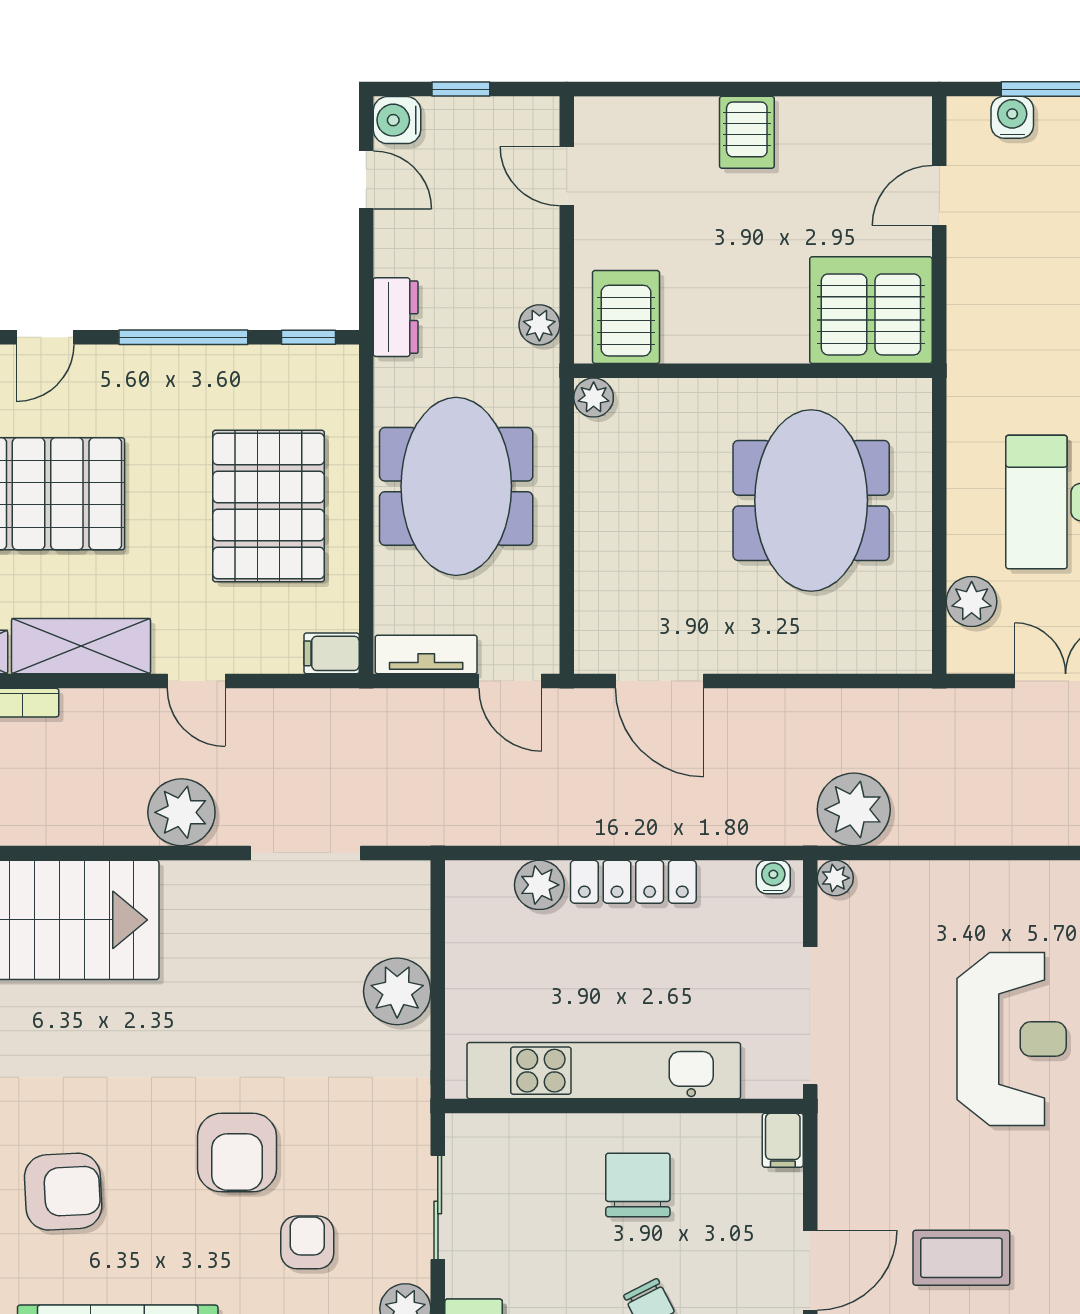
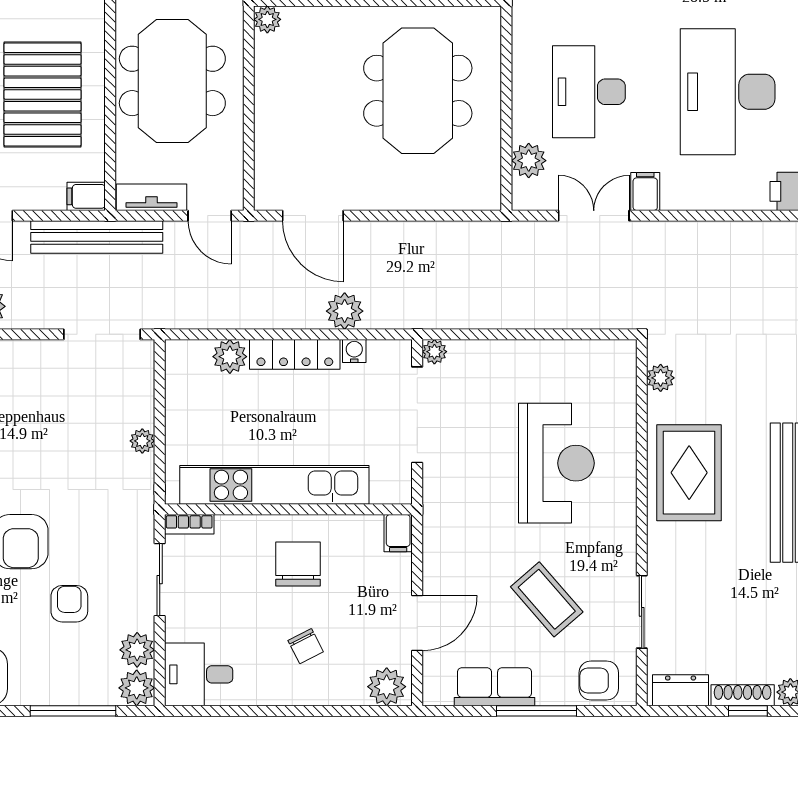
bench: (347, 712) -> (97, 237), added
plant: (854, 809) -> (345, 311), moved, width x0.73, depth x0.73
doorway: (305, 853) -> (102, 334), moved
water cooler: (773, 877) -> (354, 351), moved
plant: (397, 991) -> (142, 441), width x0.53, depth x0.53
doorway: (810, 1016) -> (417, 415), moved
bookcase: (481, 1127) -> (189, 524), added
coffee table: (961, 1258) -> (547, 599), moved, turned 49

